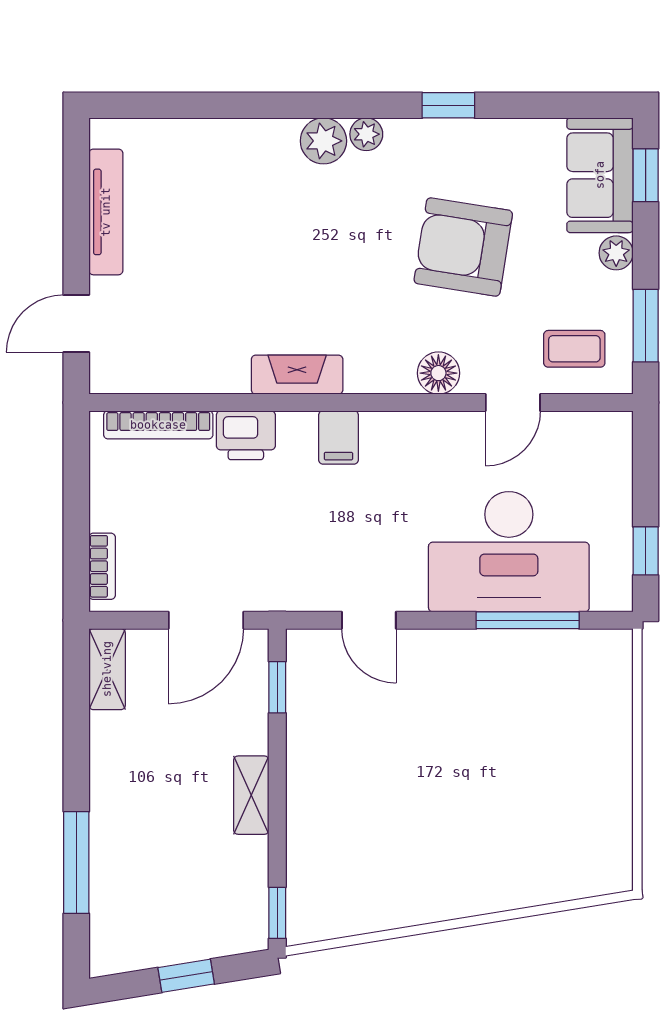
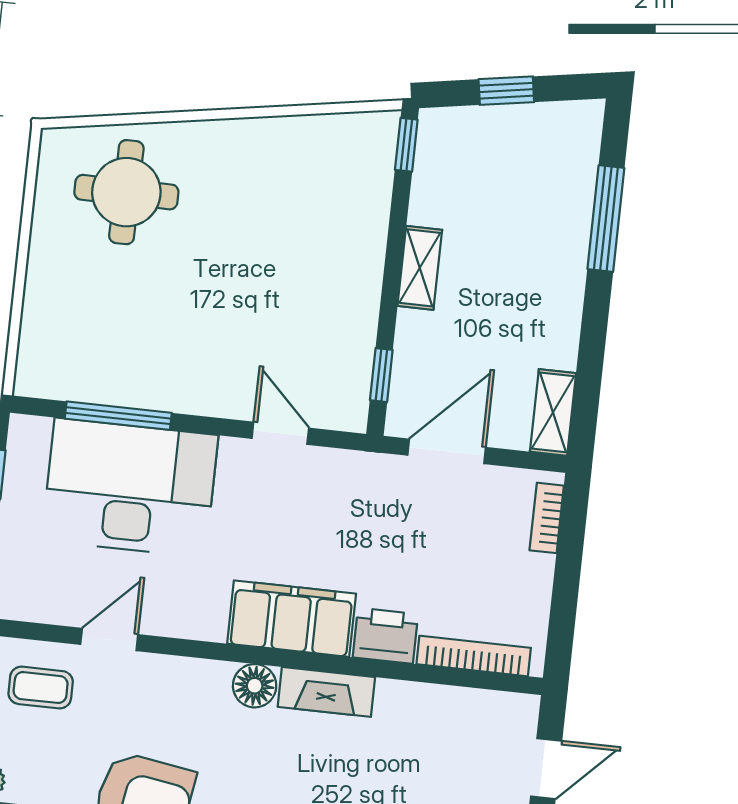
floor lamp: (438, 373) -> (255, 686), moved
filing cabinet: (338, 437) -> (292, 619), width x3.00, depth x1.17
round table: (543, 838) -> (126, 192), added

